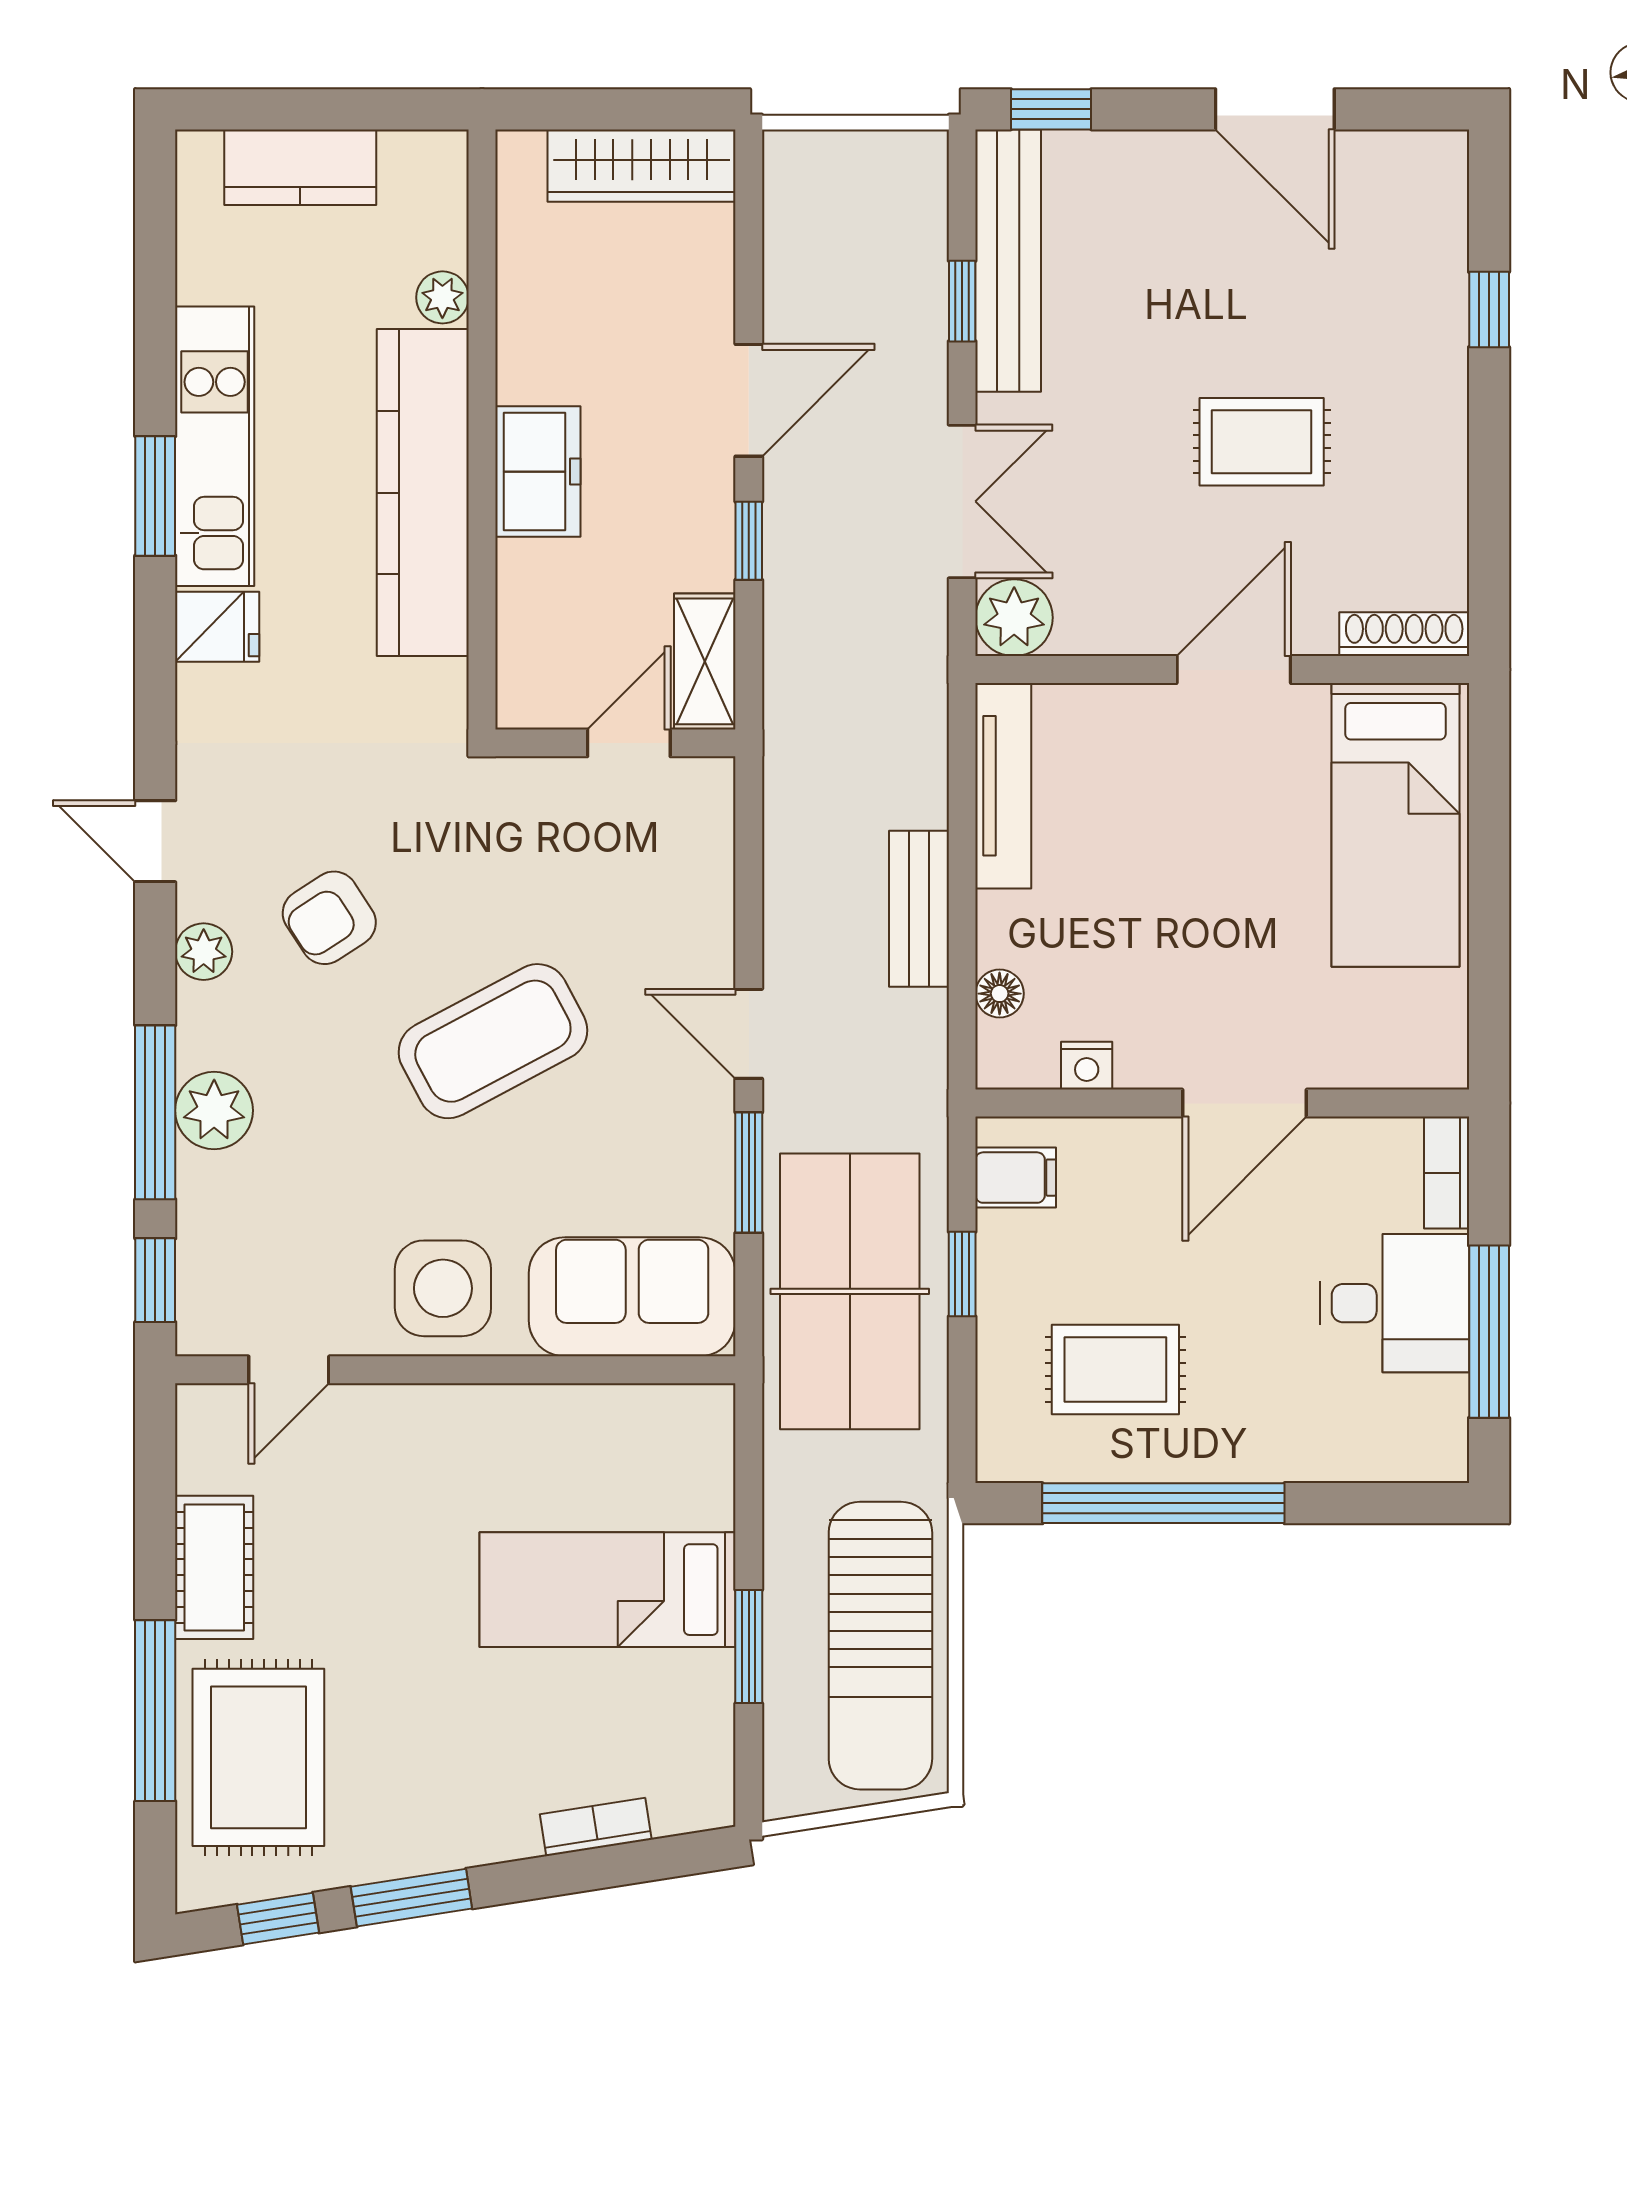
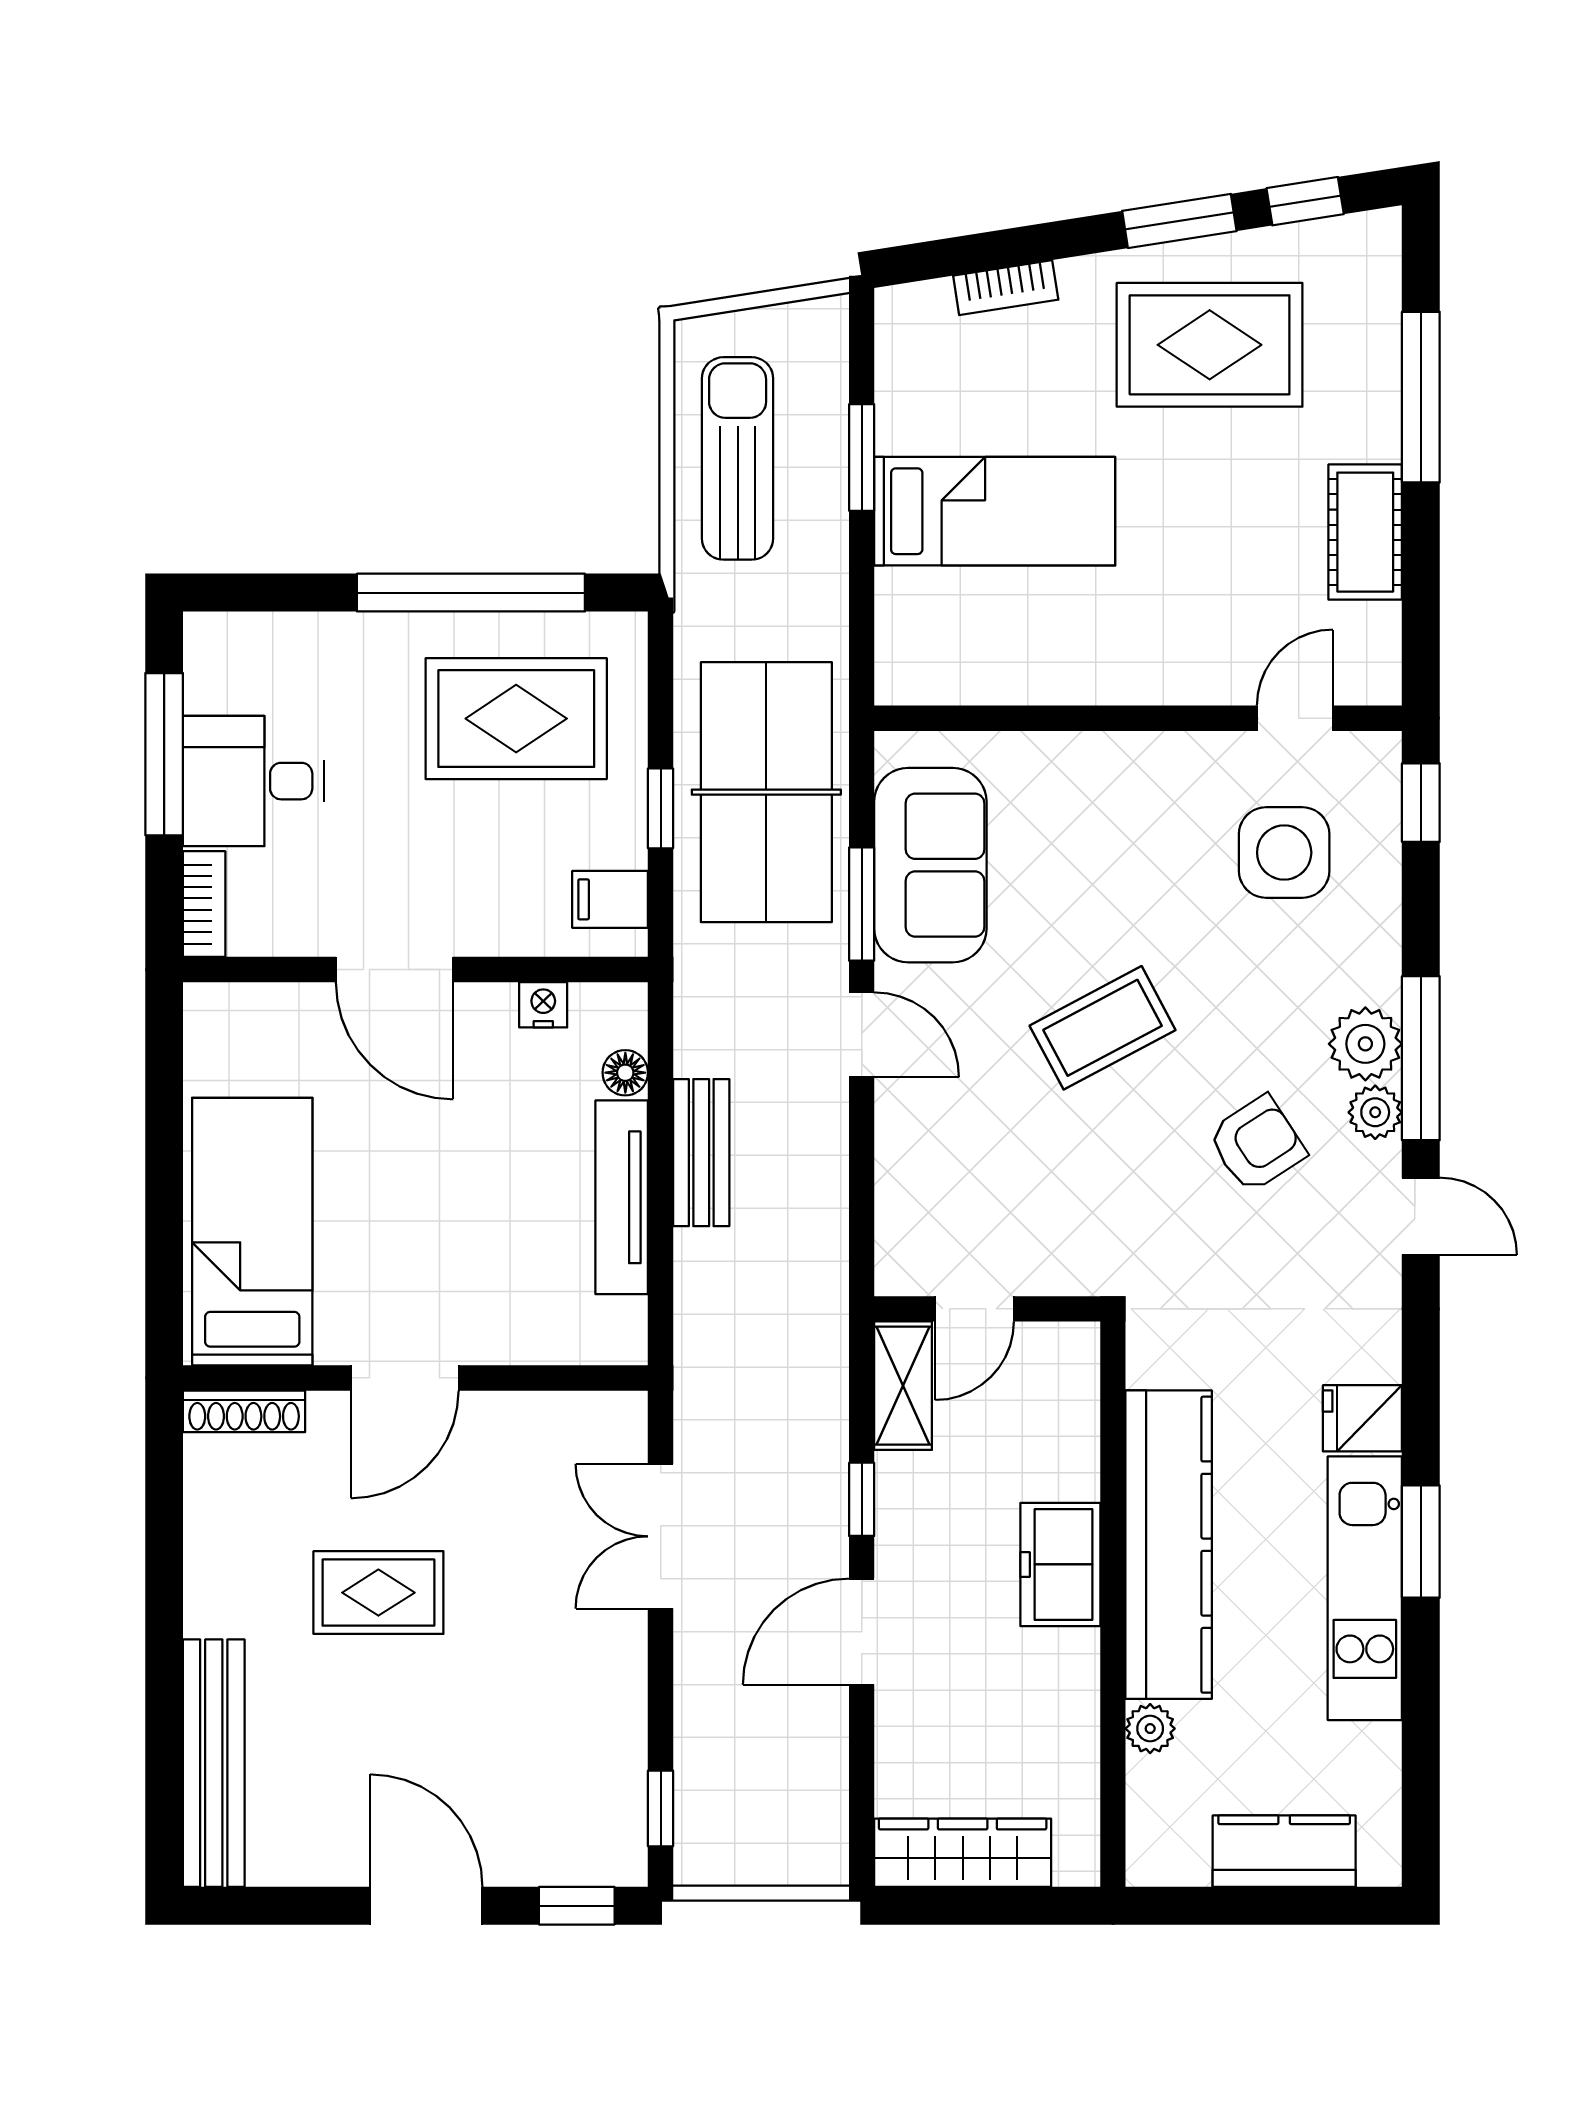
door: (1275, 109) -> (426, 1906), moved
bench: (1008, 261) -> (214, 1763), moved
window: (962, 301) -> (661, 1808), moved
window: (1489, 310) -> (164, 1717), removed
plant: (1014, 618) -> (612, 1427), removed
tv unit: (1003, 786) -> (622, 1197), moved
coffee table: (493, 1041) -> (1103, 1028), width x0.73, depth x0.76
door: (1244, 1103) -> (395, 970), swing flipped
plant: (214, 1110) -> (1365, 1044), moved
window: (155, 1112) -> (1421, 1058), moved
side table: (443, 1288) -> (1284, 853), moved
sofa: (632, 1297) -> (930, 865), moved, turned -90
rug: (1115, 1369) -> (516, 719), width x1.36, depth x1.43
sun lounger: (880, 1646) -> (738, 458), width x0.73, depth x0.75
rug: (258, 1757) -> (1210, 345), moved, turned 90

